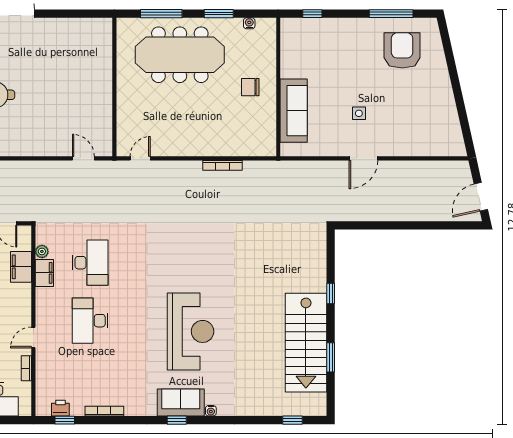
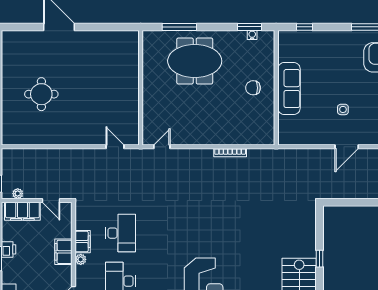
window: (219, 14) -> (249, 27), moved
meeting table: (180, 55) -> (195, 61), width x0.73
sofa: (294, 111) -> (289, 89), moved
plant: (42, 251) -> (81, 259), moved
filing cabinet: (21, 267) -> (63, 252), moved

